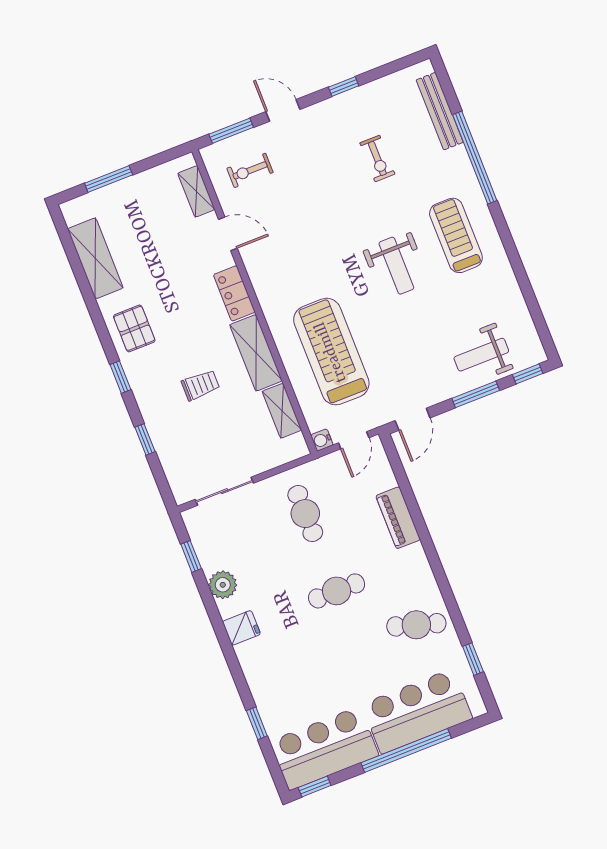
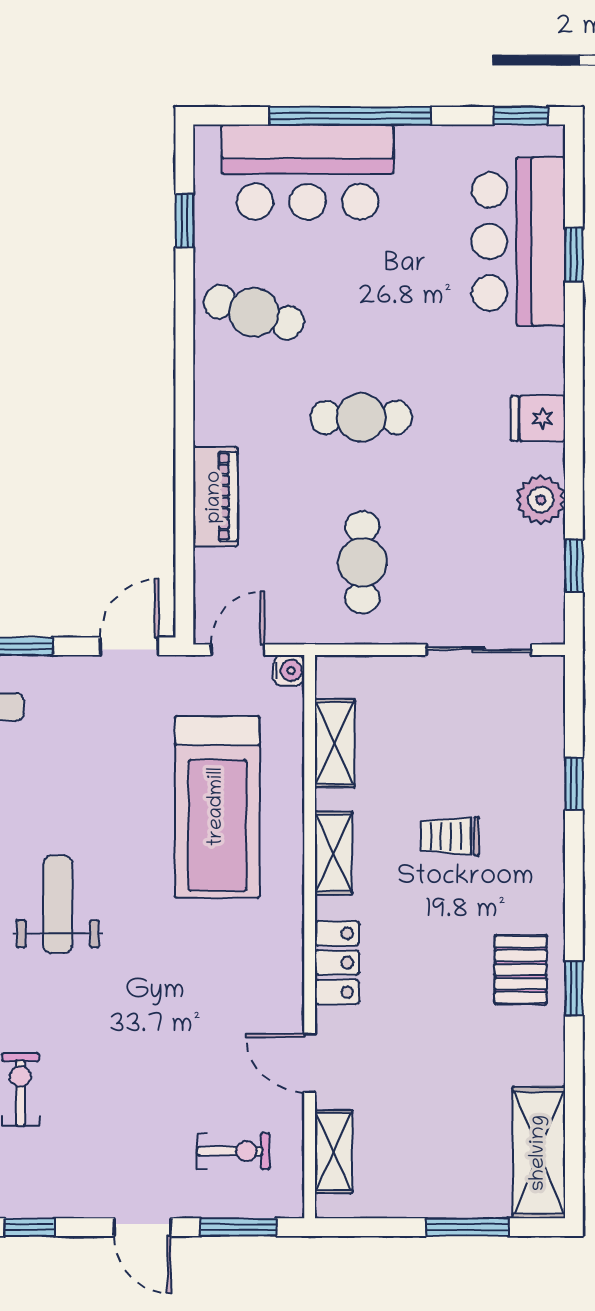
shelving: (95, 258) -> (539, 1153), moved
shelving: (256, 353) -> (333, 853), width x0.67, depth x0.75
window: (120, 377) -> (574, 988), moved
bar counter: (324, 748) -> (518, 242), moved, turned 90

